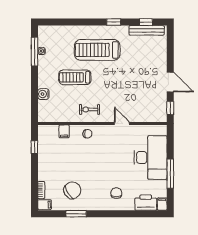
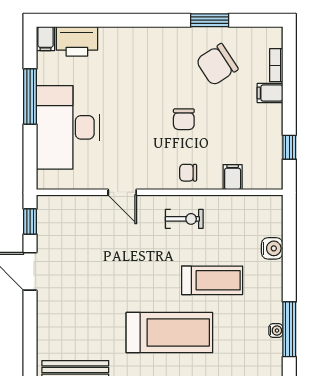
chair: (116, 193) -> (184, 119), moved
filing cabinet: (45, 205) -> (270, 93), moved

